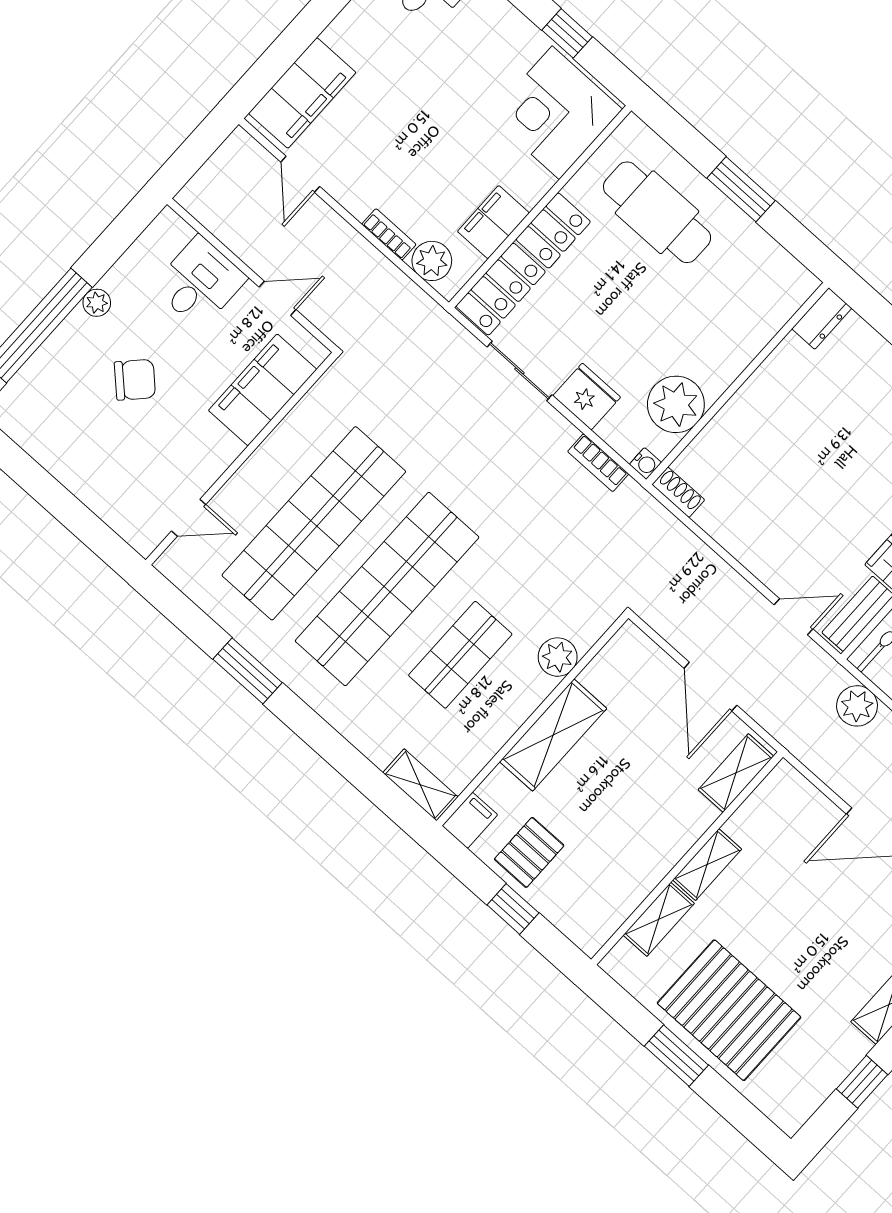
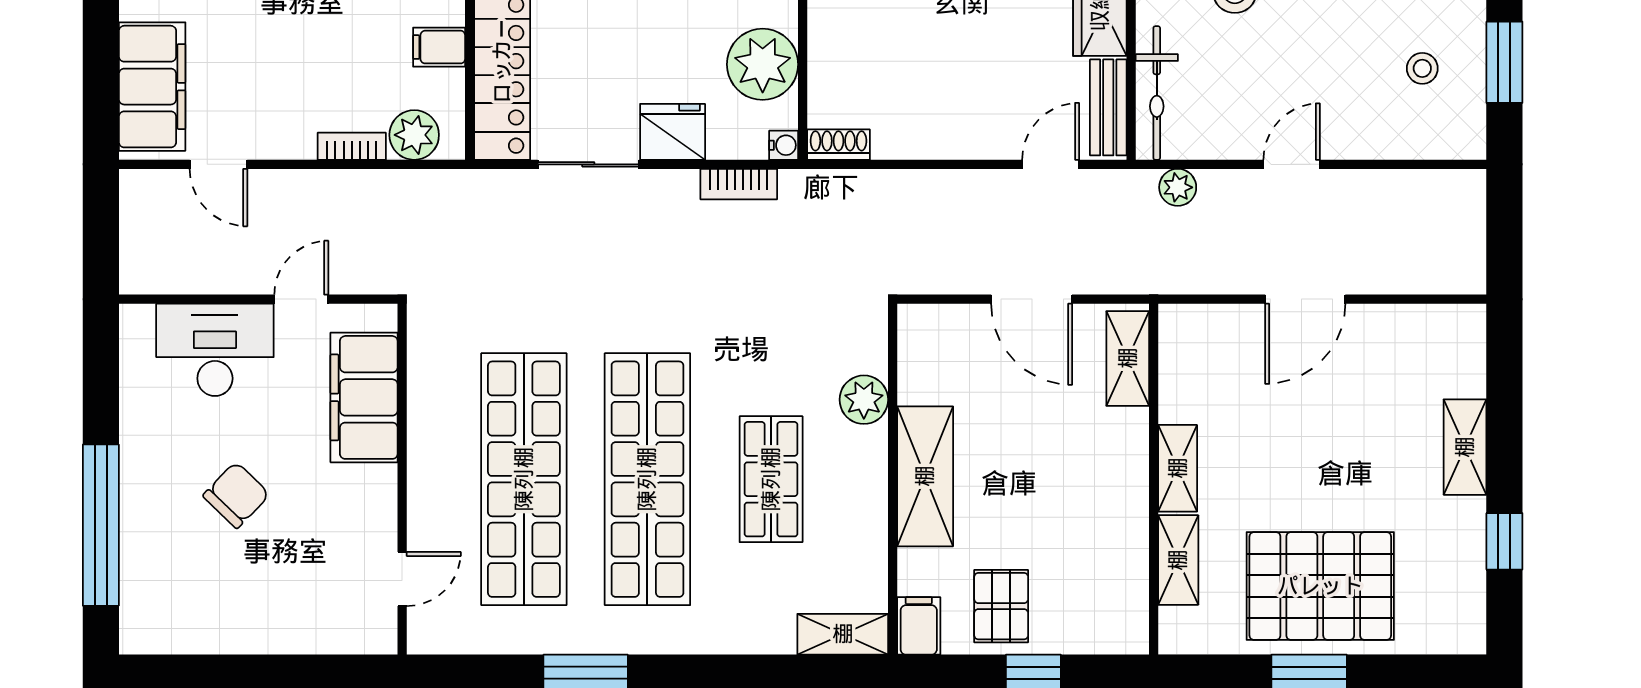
filing cabinet: (493, 222) -> (439, 47), width x0.50
desk: (199, 282) -> (215, 350), width x1.37
plant: (97, 303) -> (136, 455), removed
plant: (857, 706) -> (1178, 187), width x0.73, depth x0.73

